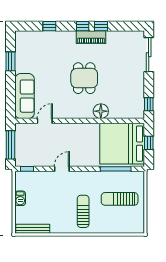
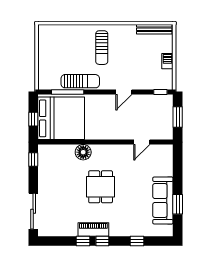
sofa: (25, 96) -> (163, 200), moved
window: (10, 145) -> (178, 117), width x0.69
sun lounger: (120, 199) -> (80, 81), moved

